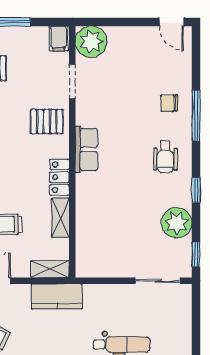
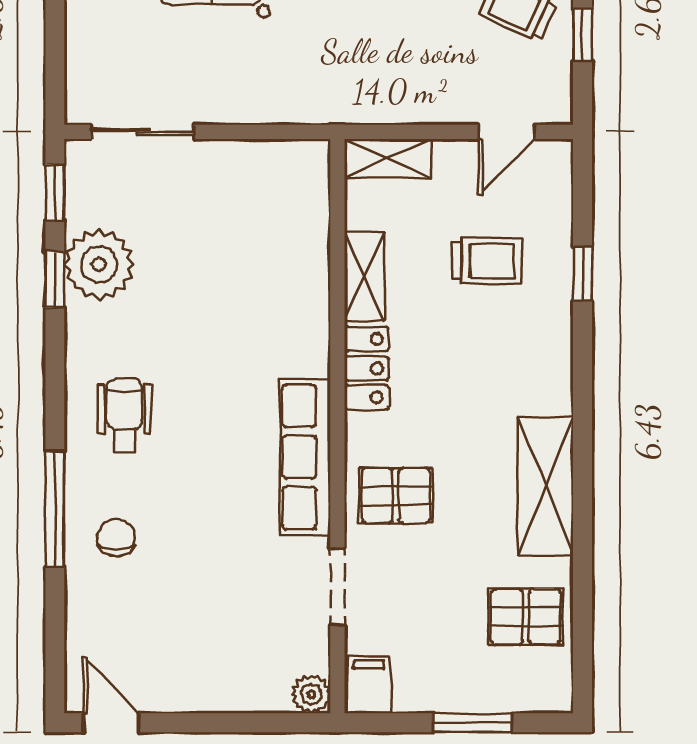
plant: (91, 42) -> (311, 694), width x0.53, depth x0.53
chair: (169, 103) -> (116, 538), turned -90
row of seats: (86, 149) -> (305, 457), width x1.48
window: (196, 190) -> (55, 280), moved
kitchen counter: (57, 297) -> (373, 96), removed

